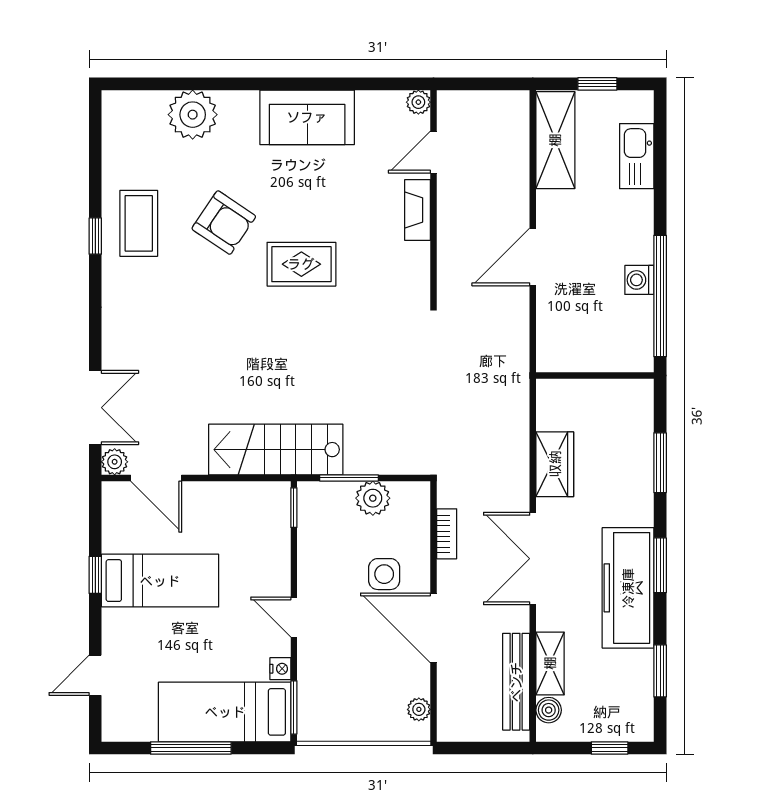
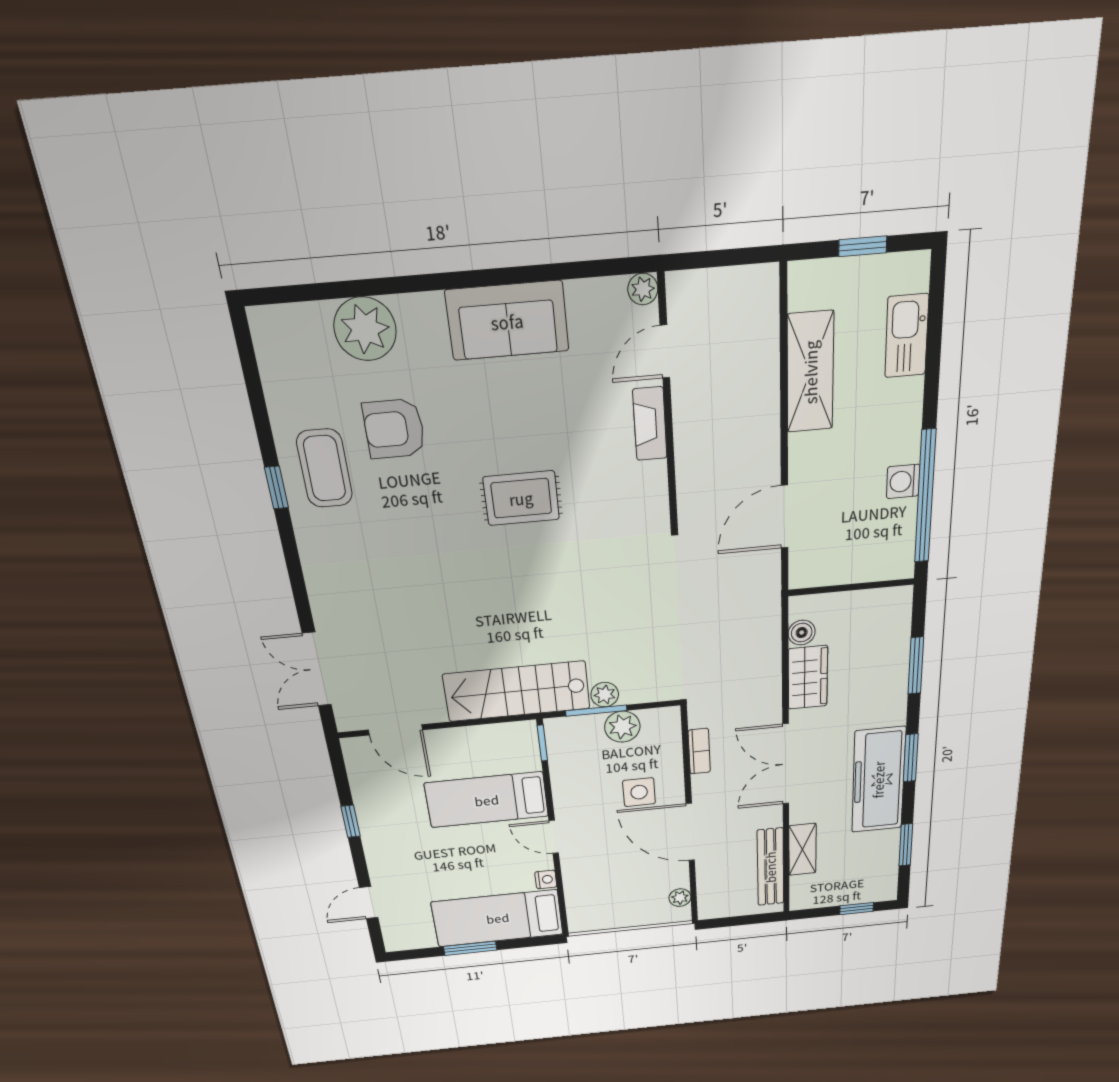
shelving: (555, 140) -> (810, 372), moved
armchair: (224, 223) -> (394, 429), moved, turned 146
door: (533, 257) -> (784, 517), moved
double door: (95, 408) -> (317, 669), swing flipped
plant: (115, 462) -> (605, 695), moved
bed: (160, 581) -> (487, 800), moved, turned 180
window: (294, 707) -> (562, 908), removed
boiler: (549, 710) -> (802, 633), moved
window: (191, 748) -> (470, 948), width x0.69

